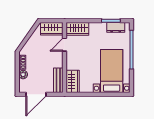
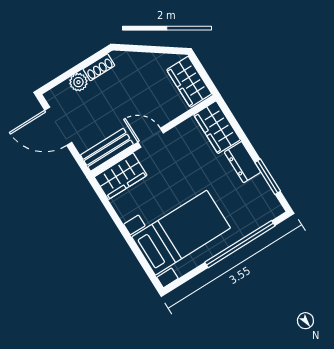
dresser: (116, 27) -> (242, 162), moved
door: (65, 45) -> (151, 138), moved

